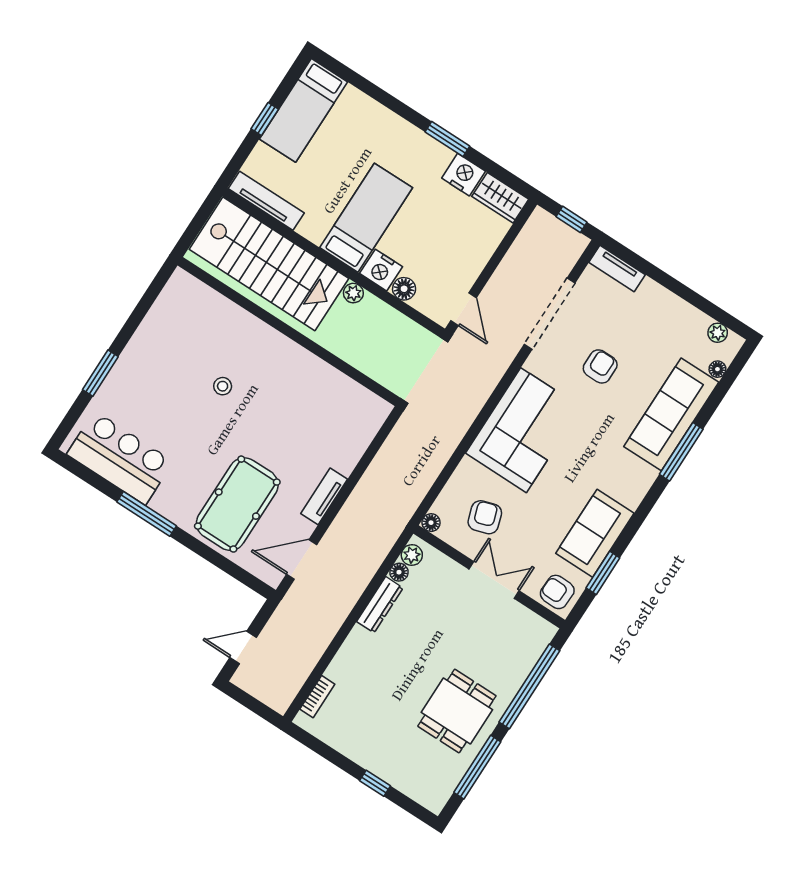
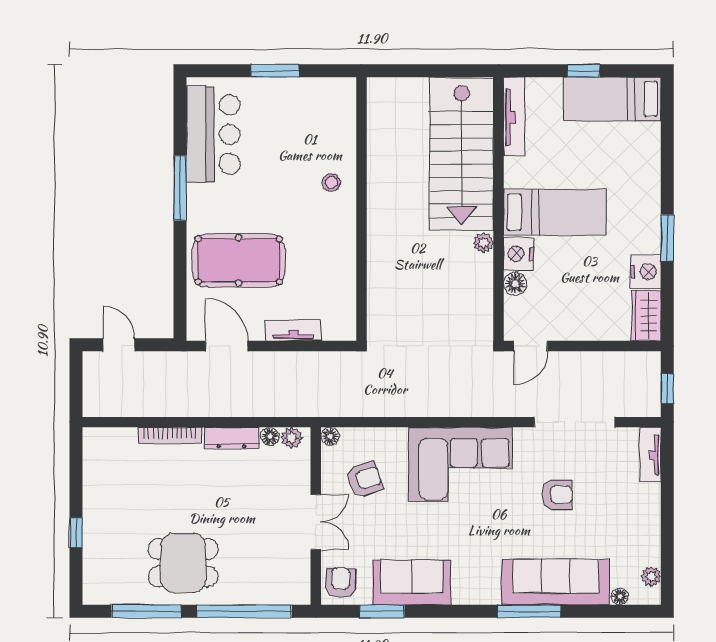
wall: (289, 332) -> (361, 209), moved
bookcase: (317, 697) -> (170, 435), moved, width x1.56

